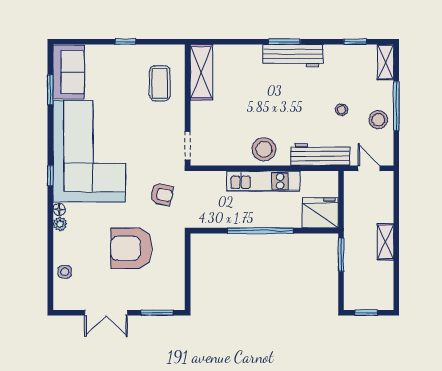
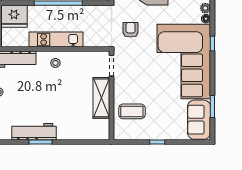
shelving: (201, 72) -> (101, 98), moved
coffee table: (160, 83) -> (132, 111), turned 90
stool: (264, 149) -> (55, 63), width x0.53, depth x0.53
armchair: (162, 194) -> (131, 30), turned 78

